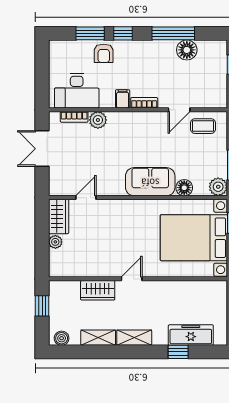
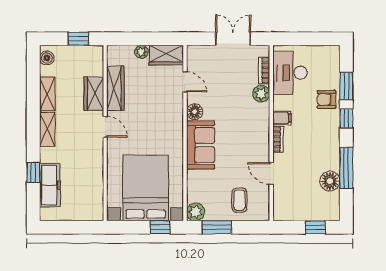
coffee table: (203, 126) -> (239, 200), moved
floor lamp: (184, 188) -> (195, 112), moved
wardrobe: (92, 268) -> (115, 88), added

